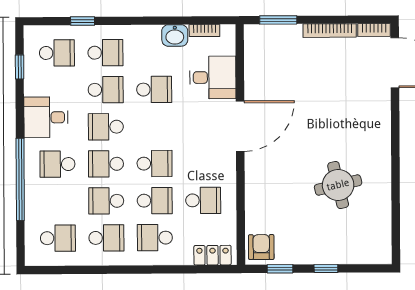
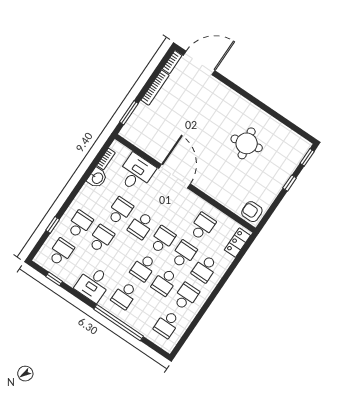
school desk: (106, 127) -> (141, 225), moved
school desk: (58, 238) -> (167, 324), turned 180
window: (280, 269) -> (307, 157), moved

